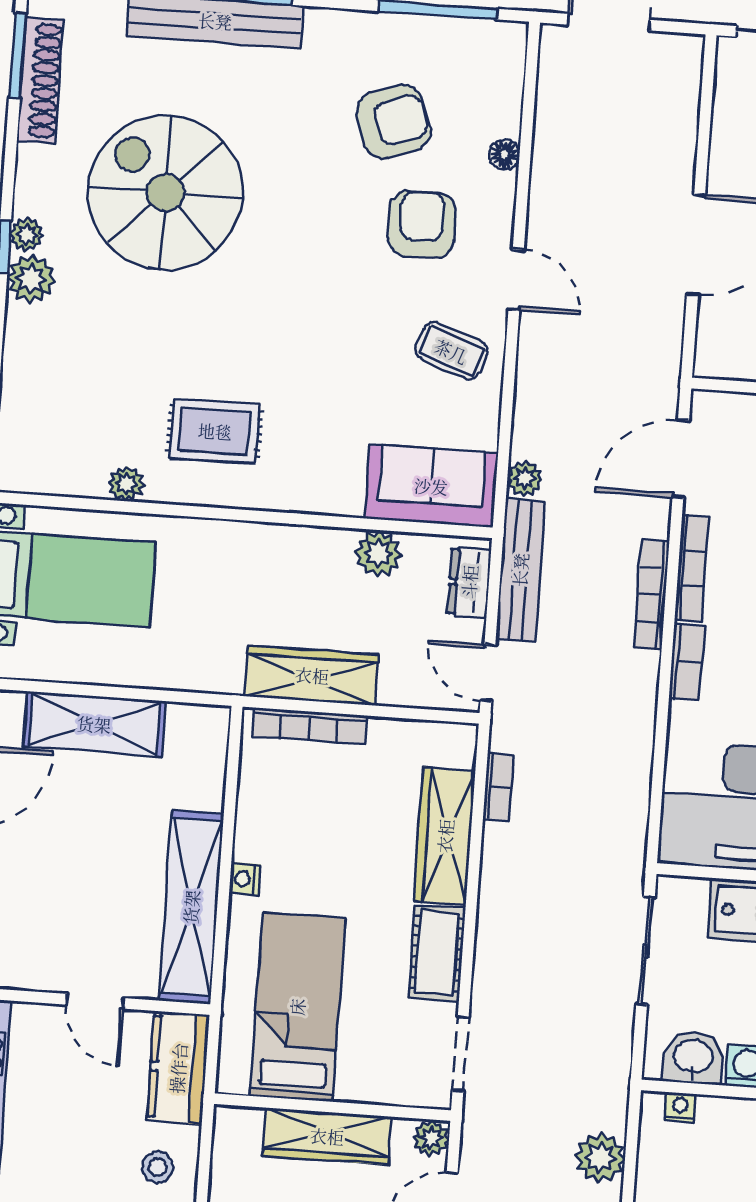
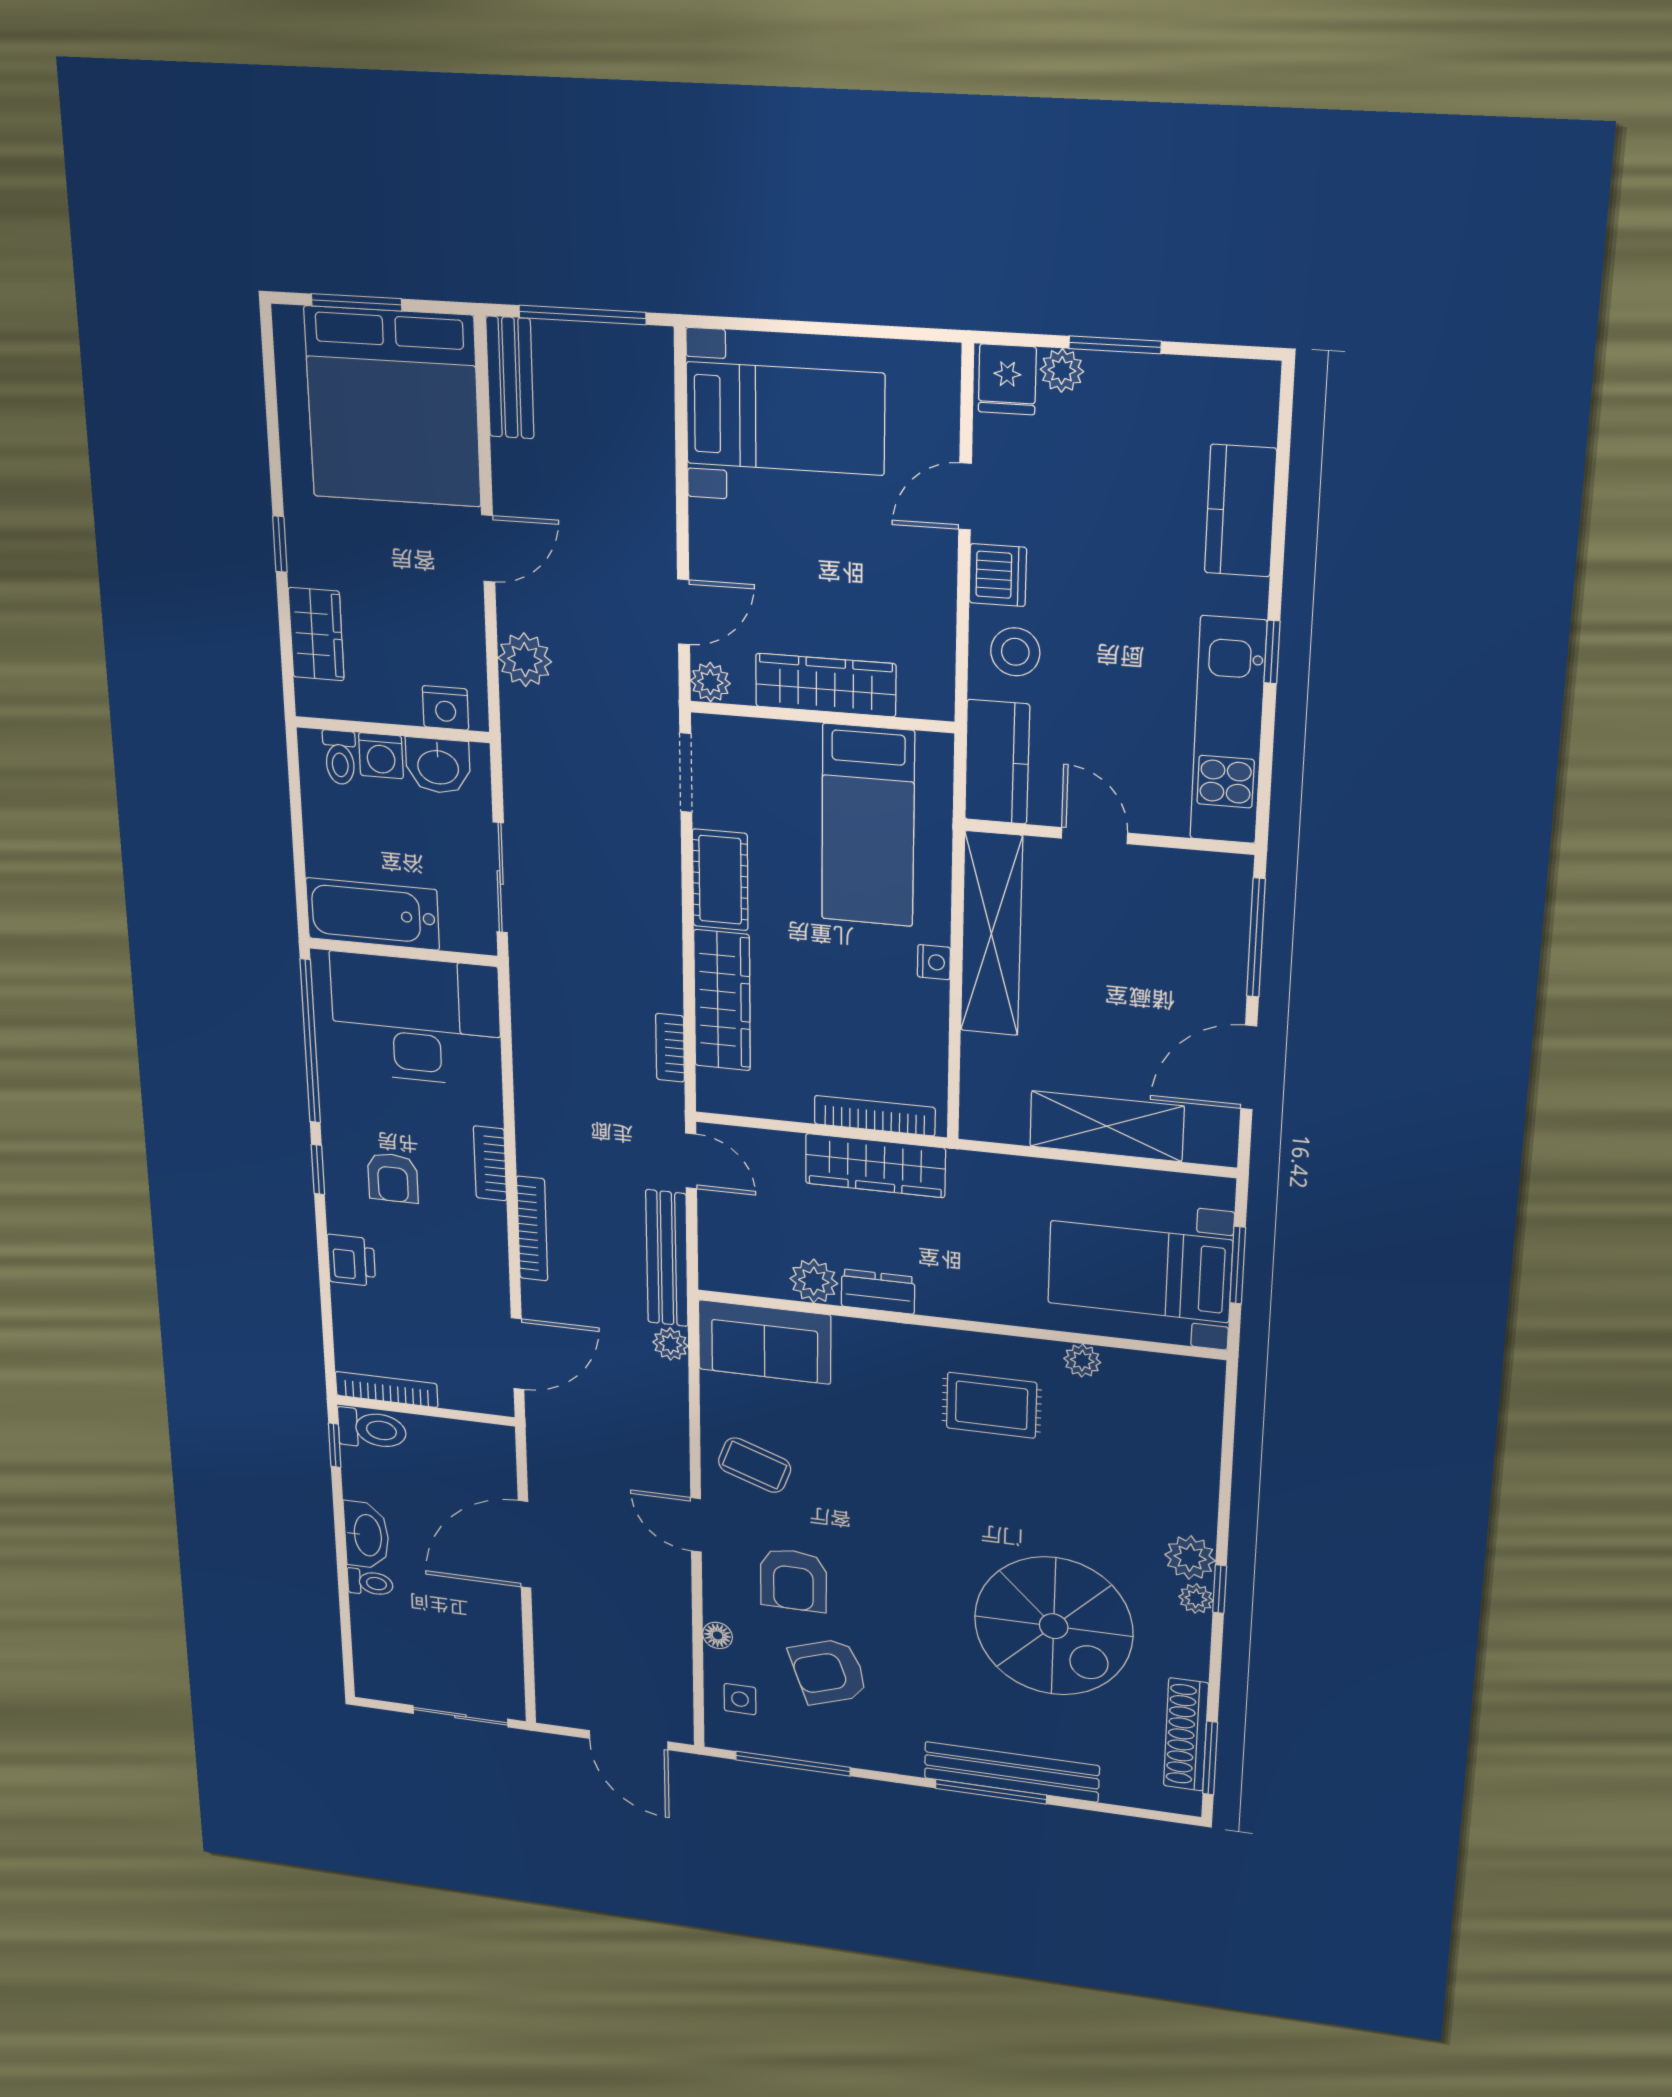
side table: (487, 82) -> (740, 1699), added
bookcase: (692, 568) -> (495, 1252), removed
dresser: (469, 582) -> (878, 1292), moved, turned -90
nightstand: (680, 1107) -> (445, 708), width x1.39, depth x1.35
stool: (157, 1167) -> (1015, 652), width x1.37, depth x1.37

